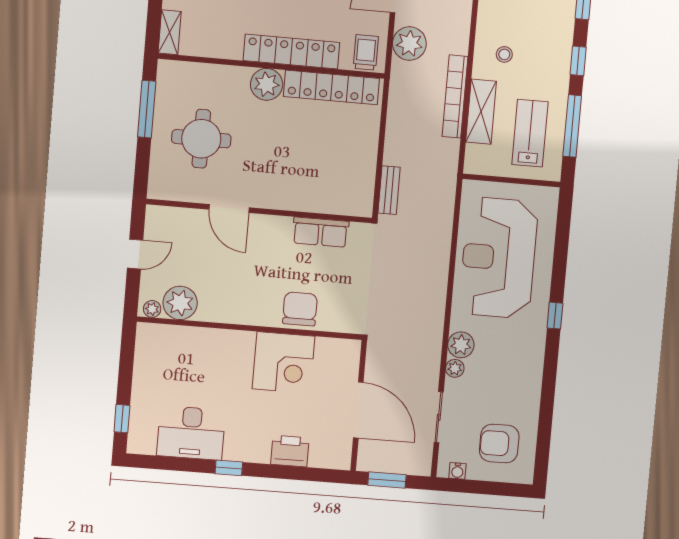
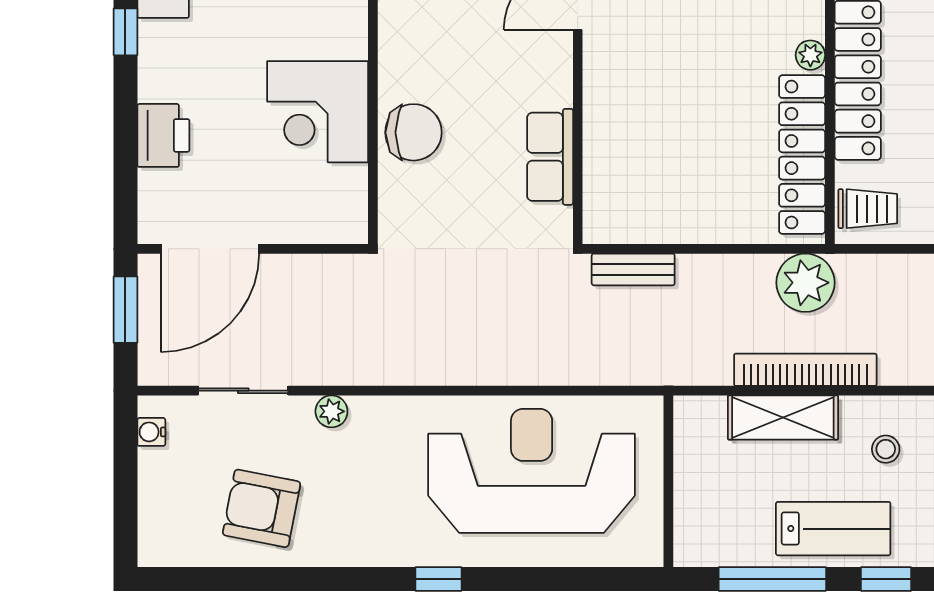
plant: (409, 44) -> (805, 283), moved
plant: (267, 84) -> (810, 55), width x0.53, depth x0.53
lab bench: (530, 133) -> (833, 529), moved
plant: (461, 345) -> (374, 418), removed
door: (358, 410) -> (210, 249), moved
armchair: (499, 443) -> (262, 508), moved, turned -79

